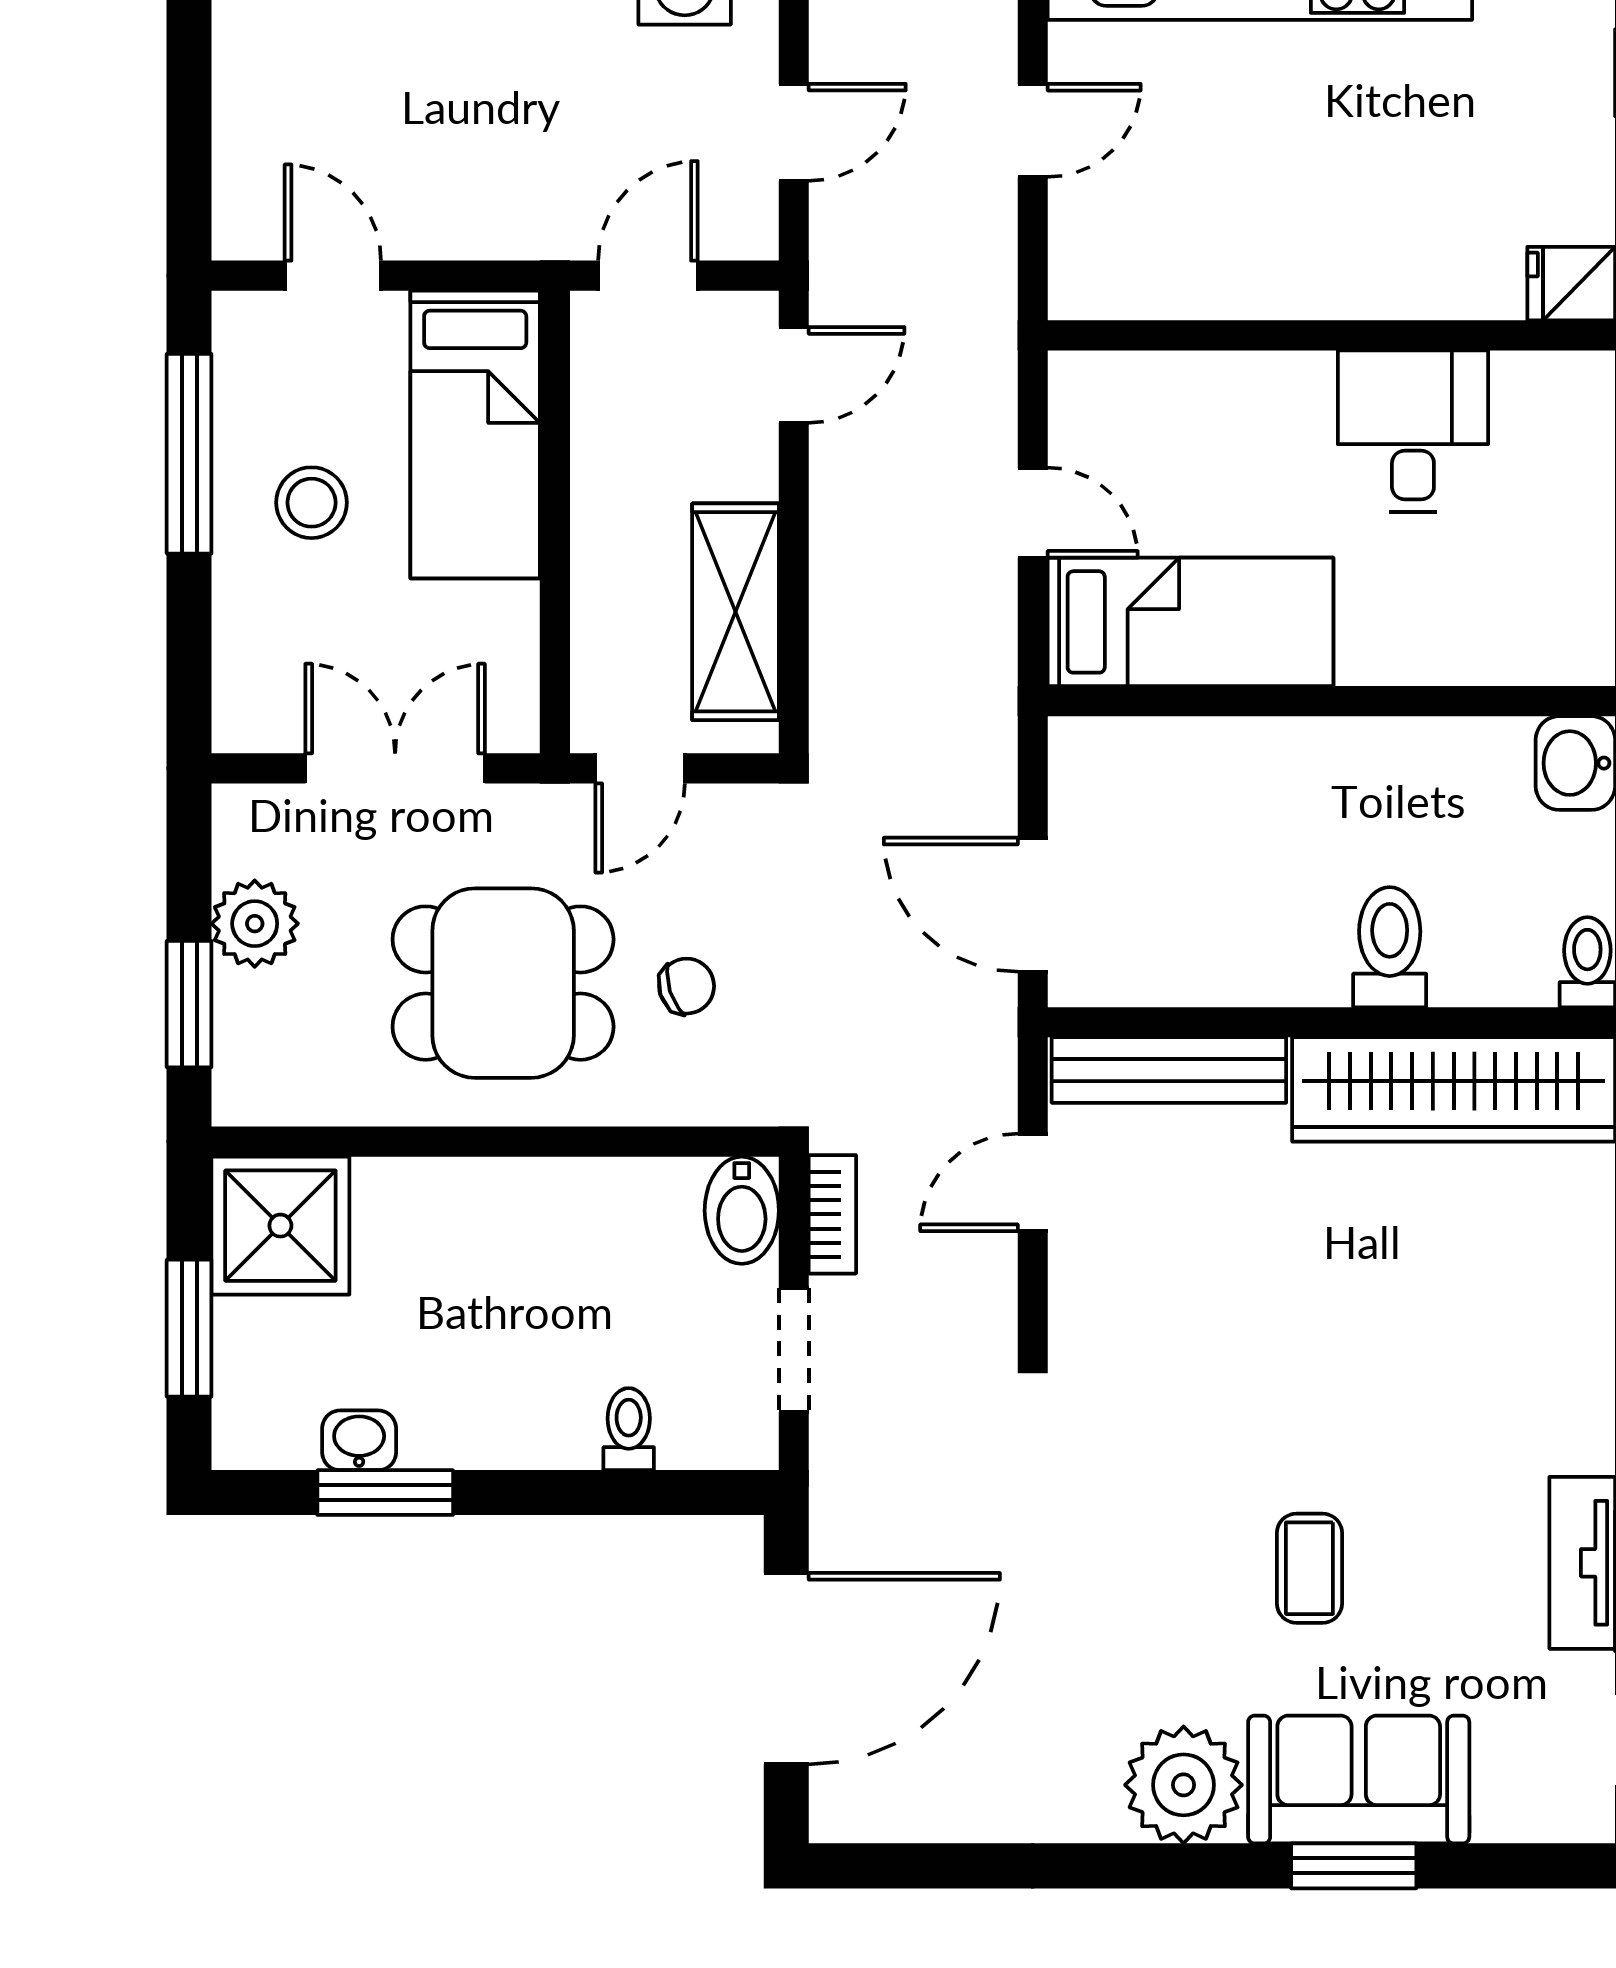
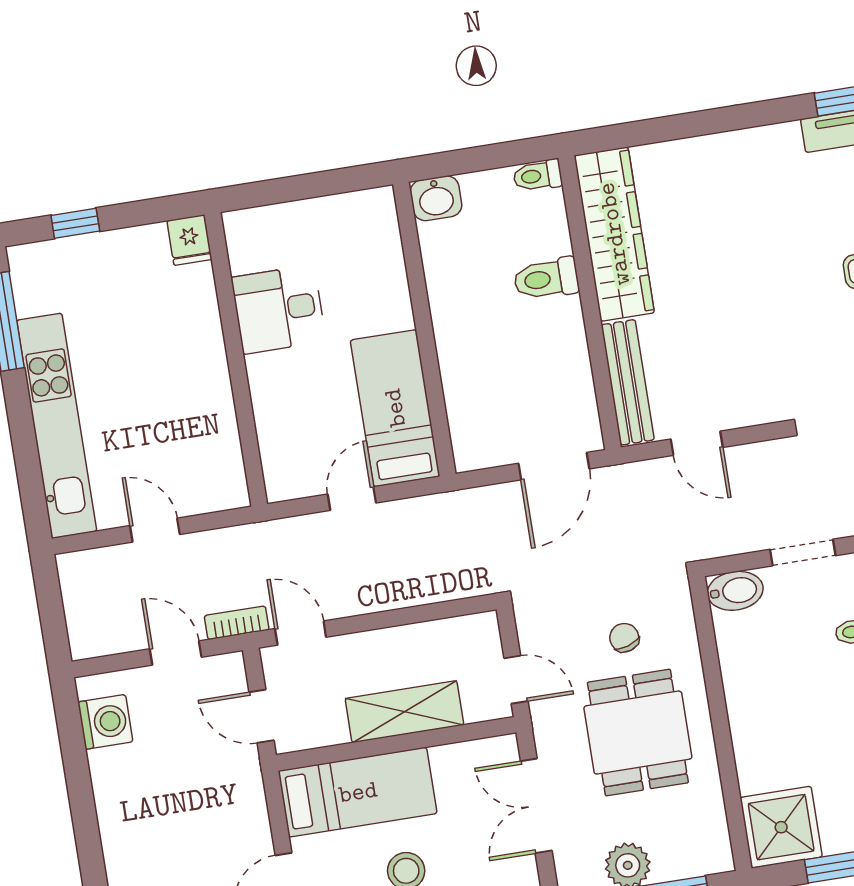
shelving: (736, 612) -> (404, 712), moved
bookcase: (832, 1214) -> (237, 623), moved

